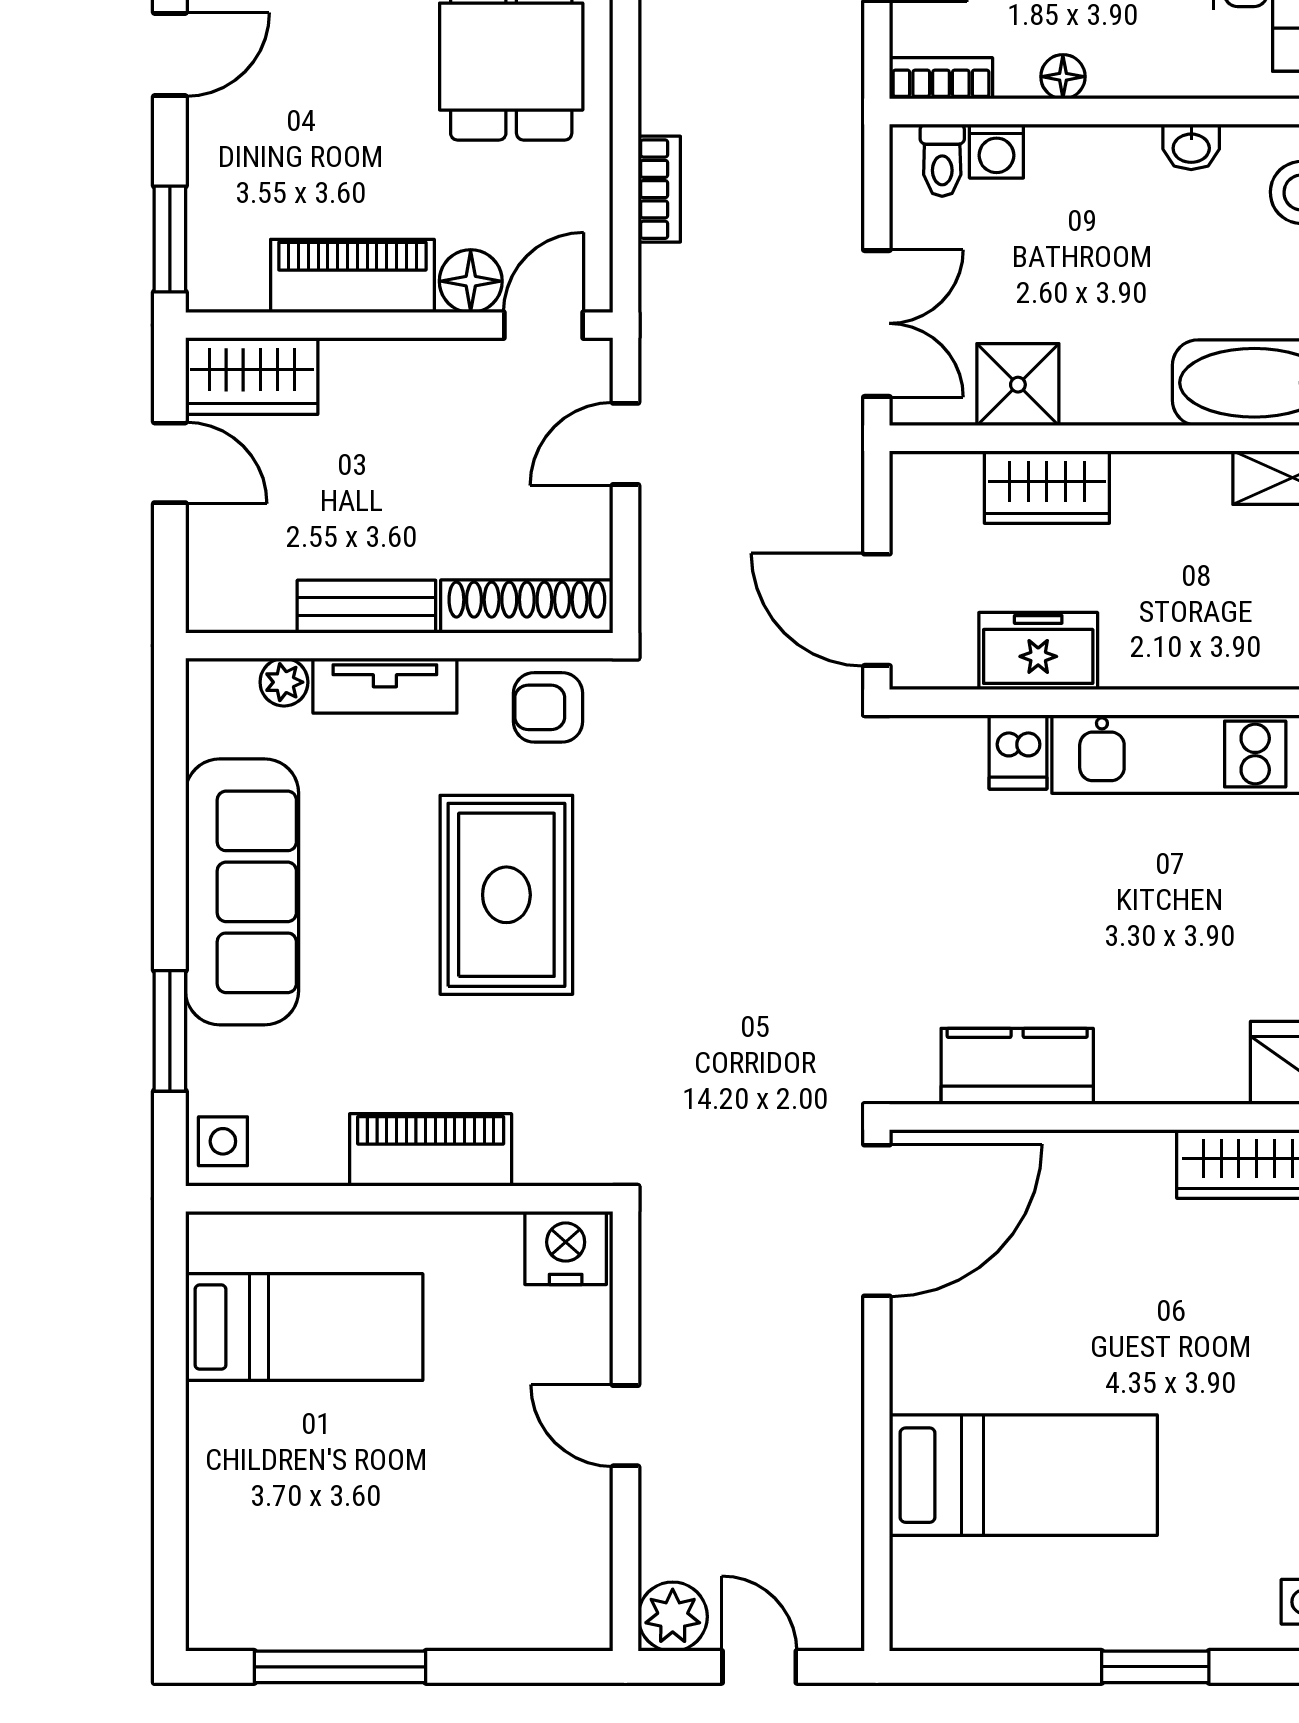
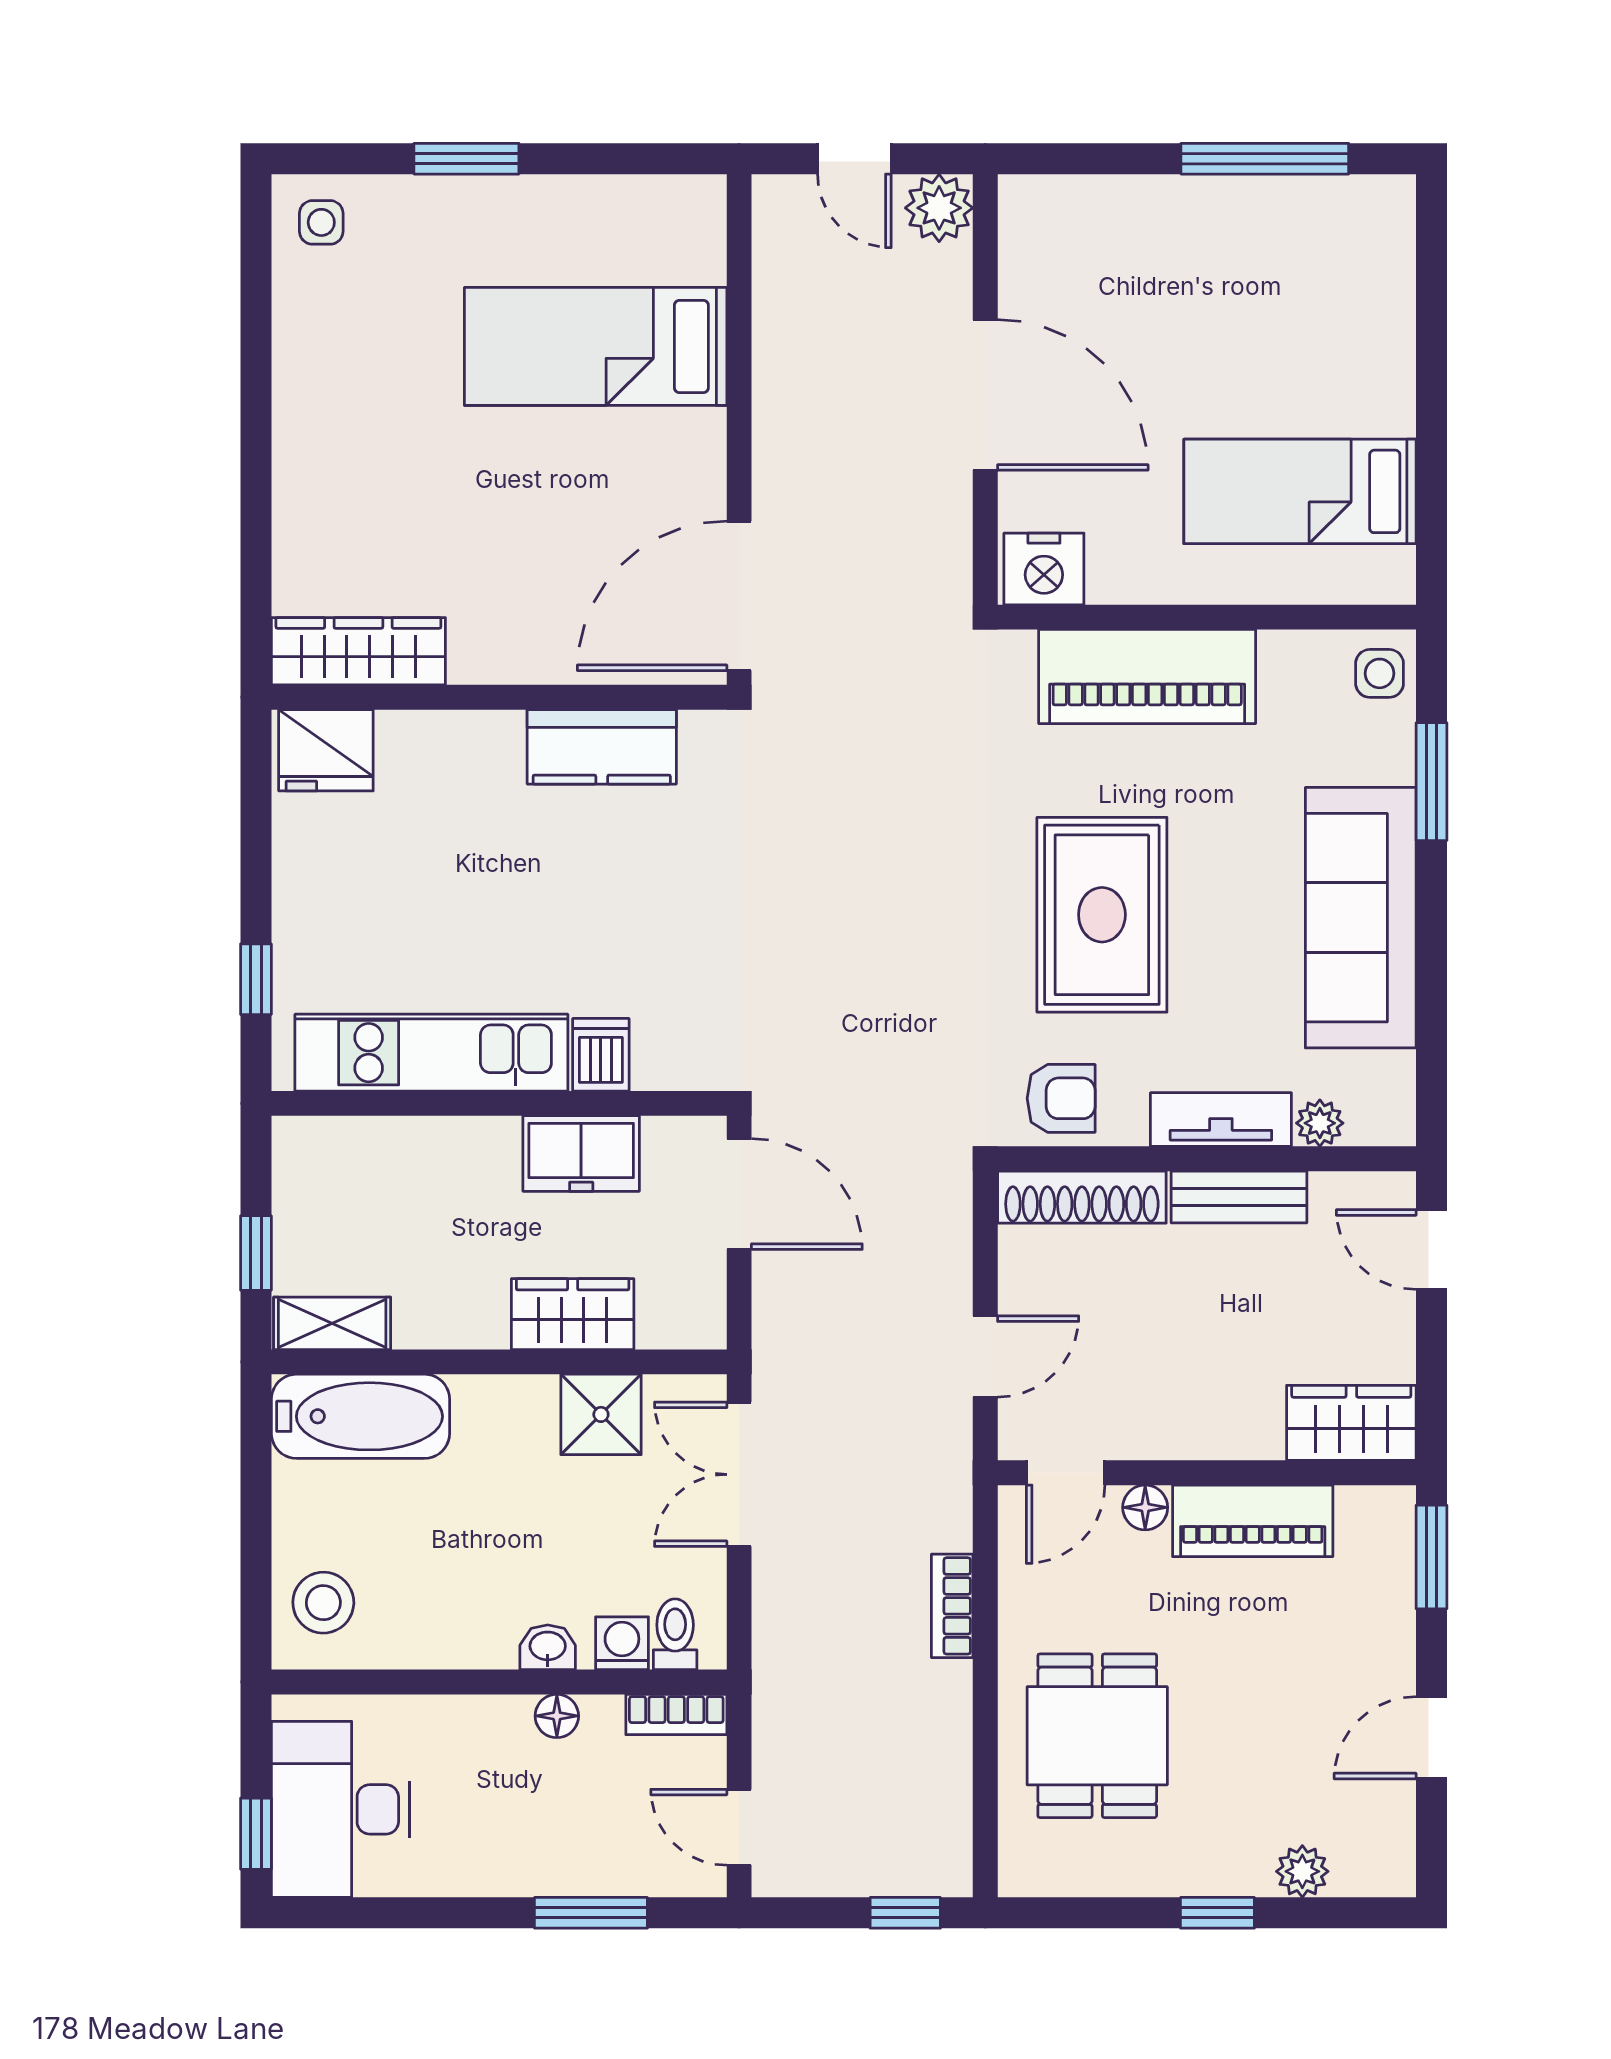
washbasin: (1191, 147) -> (548, 1647), moved
floor lamp: (471, 281) -> (1145, 1507), width x0.73, depth x0.73
door: (170, 463) -> (1431, 1250), moved
piano: (431, 1150) -> (1147, 677), width x1.37, depth x1.33
door: (626, 1426) -> (985, 395), width x1.87

